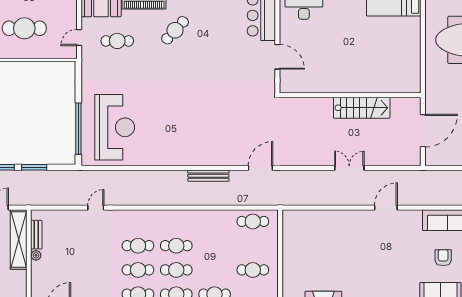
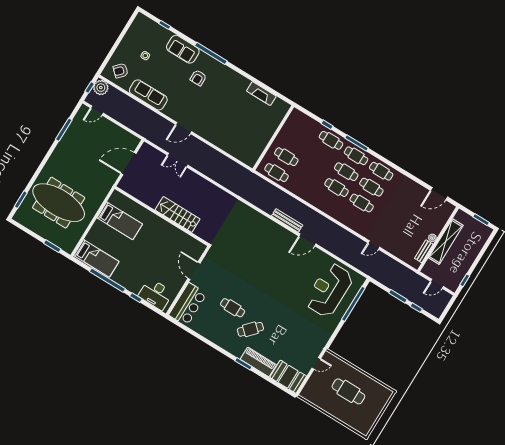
cafe table: (117, 41) -> (233, 308), moved
bed: (394, 61) -> (120, 221), added
stairs: (362, 108) -> (177, 214), moved
door: (260, 168) -> (307, 240), moved
double door: (349, 168) -> (178, 160), moved
shelving: (19, 239) -> (446, 242), moved
armchair: (443, 258) -> (198, 78), moved
cafe table: (253, 270) -> (286, 157), moved

